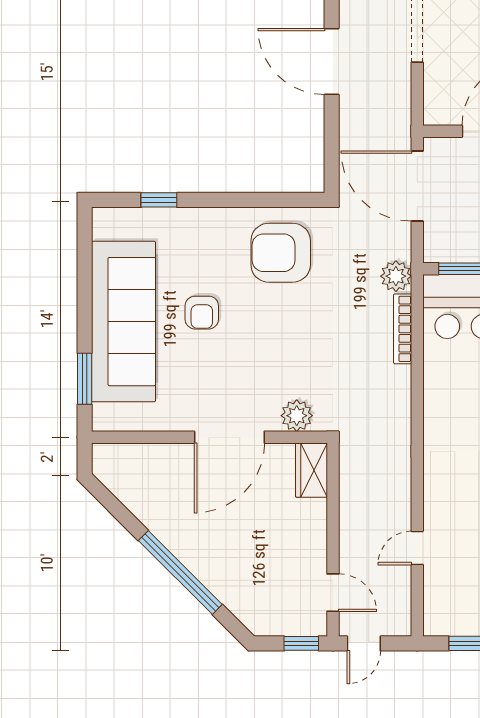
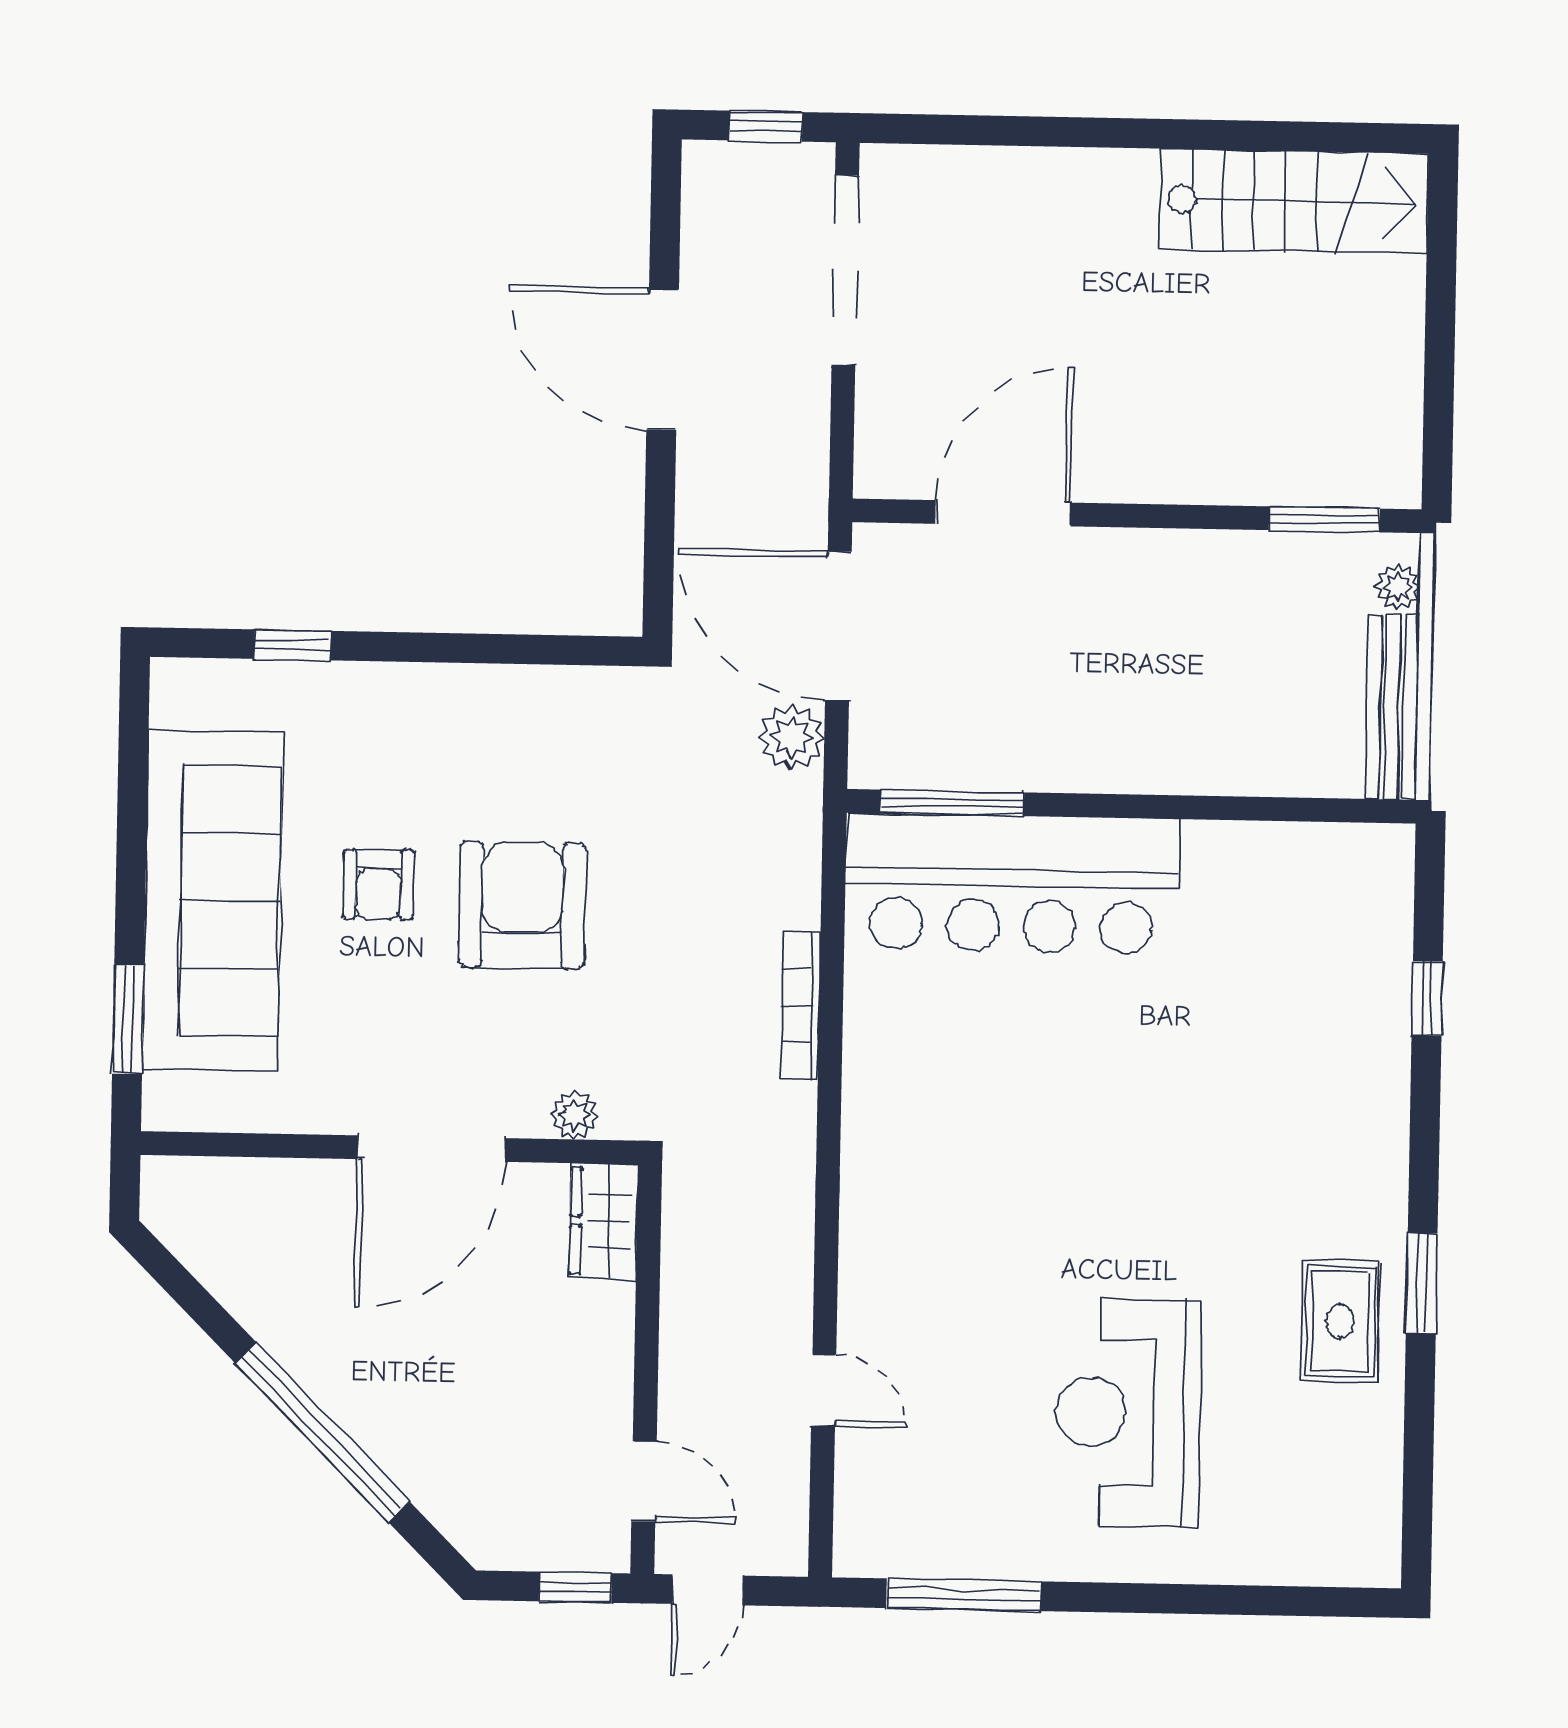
armchair: (281, 253) -> (522, 905), moved, turned 90
plant: (396, 276) -> (791, 737), moved
bookcase: (403, 329) -> (800, 1005), moved
plant: (297, 416) -> (575, 1115), width x0.73, depth x0.73
door: (417, 548) -> (824, 1390), swing flipped

